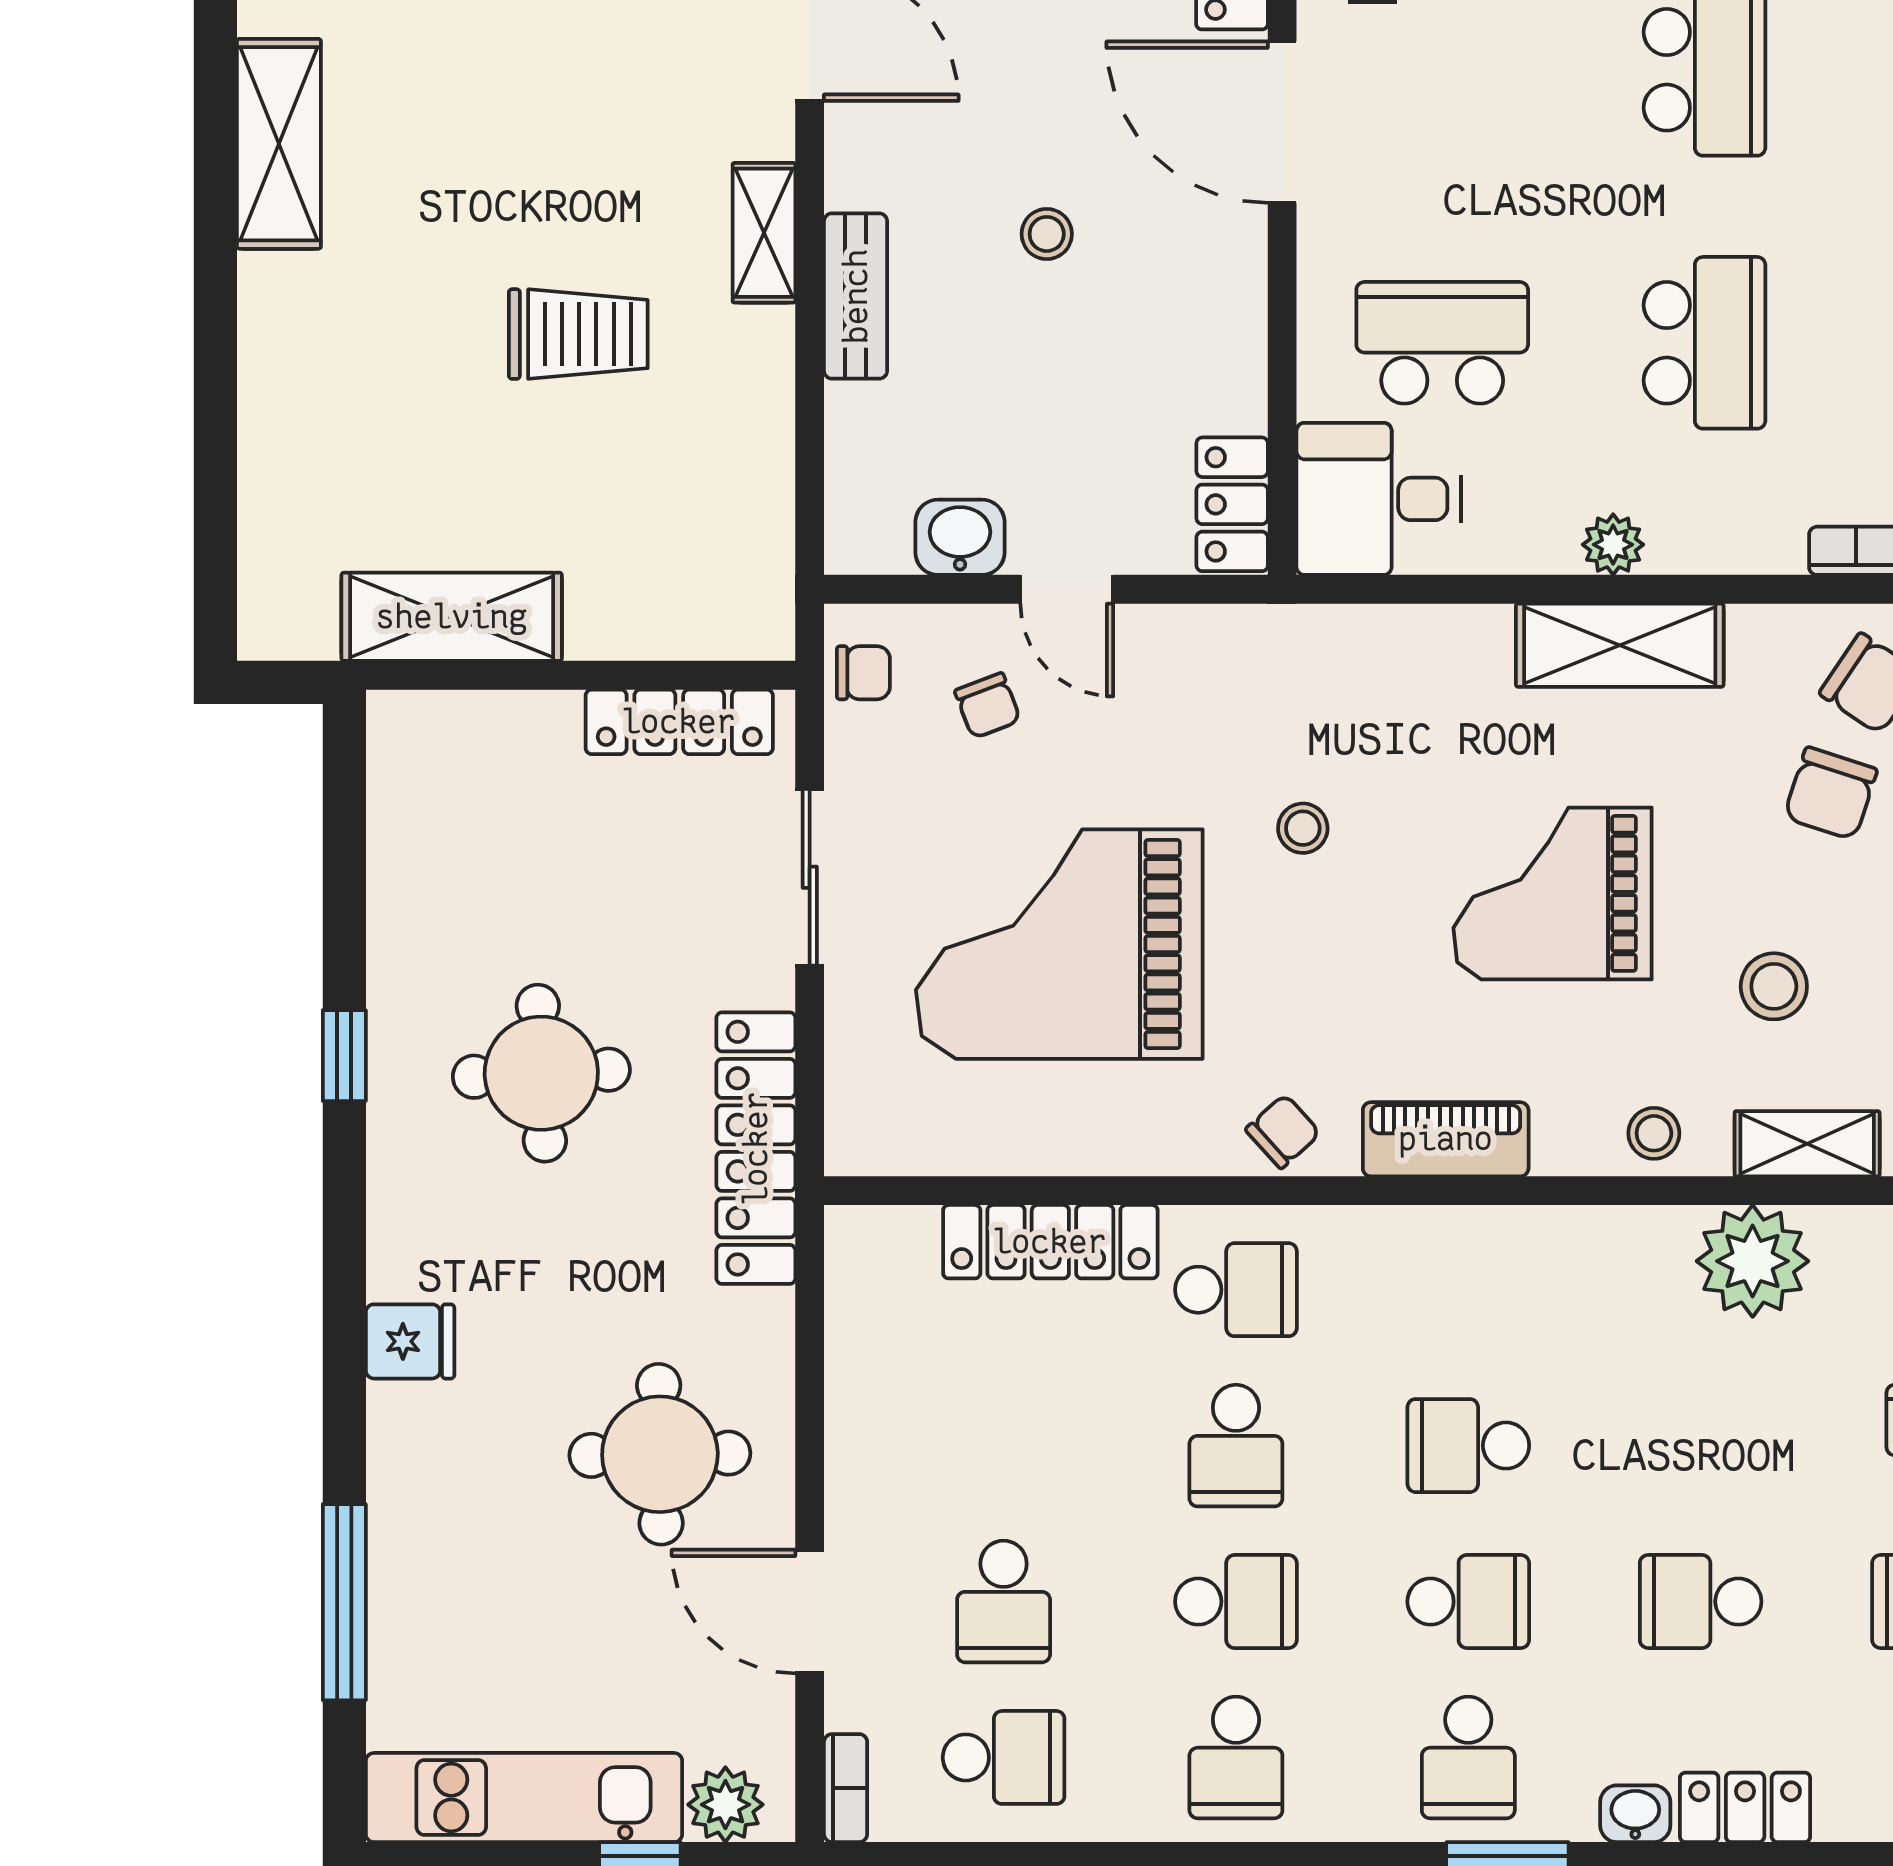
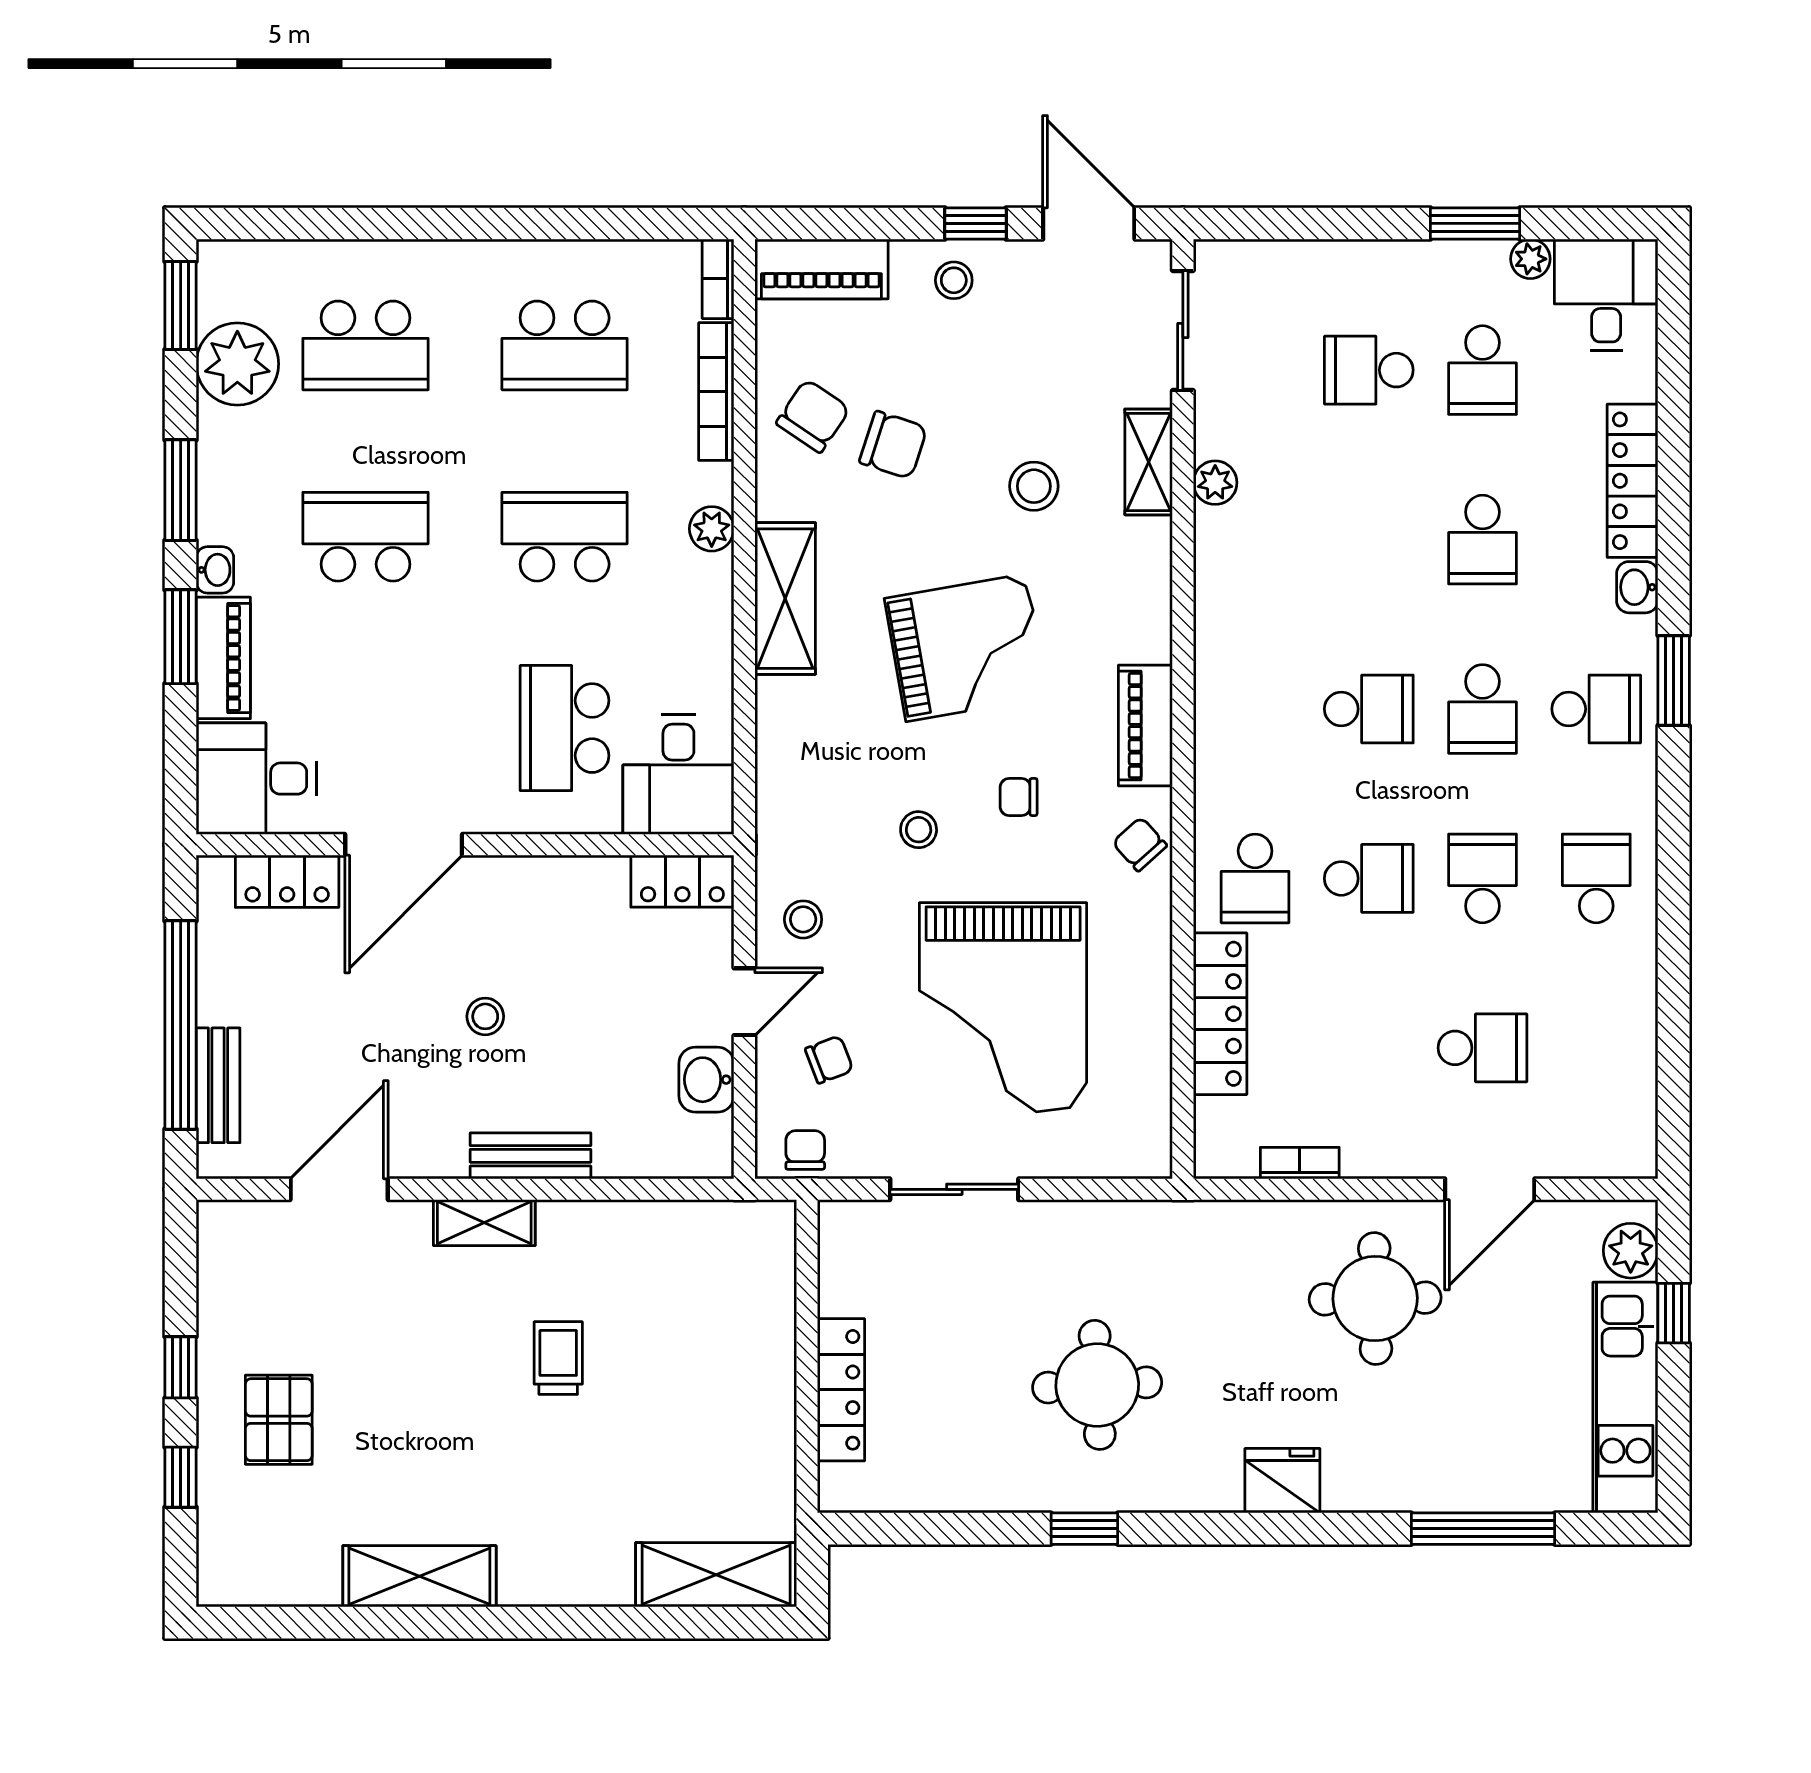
trolley: (578, 334) -> (558, 1358), width x0.73, depth x0.72
plant: (1613, 545) -> (712, 529), moved
shelving: (452, 617) -> (716, 1575), moved, turned 90
locker: (679, 722) -> (841, 1390), moved
grand piano: (1552, 893) -> (966, 648), turned -100
chair: (1348, 965) -> (1019, 797), added
stool: (1654, 1133) -> (803, 919), moved
locker: (756, 1148) -> (1152, 1229), removed
plant: (1753, 1261) -> (1215, 483), width x0.53, depth x0.53
school desk: (1236, 1290) -> (1255, 878), turned 180
fridge: (410, 1341) -> (1282, 1481), width x1.38
school desk: (1468, 1446) -> (1369, 709), turned -90
school desk: (1468, 1602) -> (1482, 709), turned 180
school desk: (1004, 1757) -> (1596, 1048), removed
school desk: (1236, 1757) -> (1596, 878), turned -90
bookcase: (846, 1788) -> (1300, 1163), moved
locker: (1745, 1807) -> (1633, 481), width x1.53

